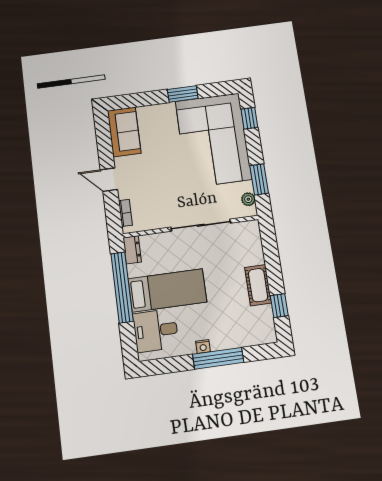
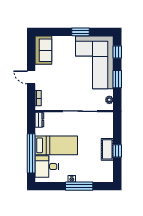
window: (259, 179) -> (117, 79), moved
window: (122, 287) -> (31, 153), moved
window: (279, 306) -> (117, 151), moved

